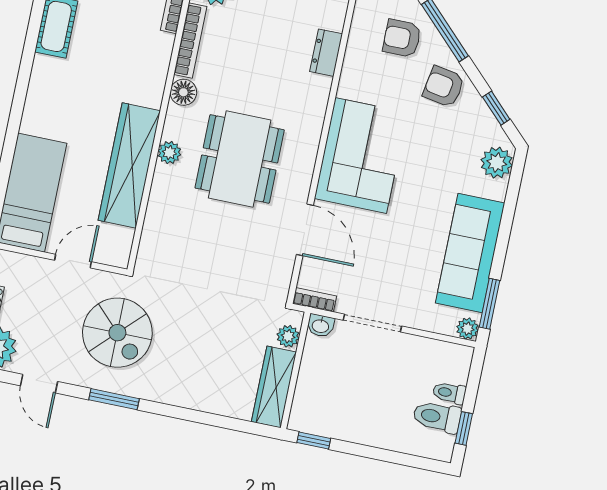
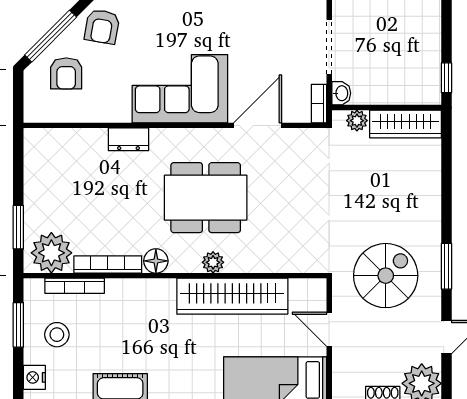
dresser: (326, 53) -> (128, 139), moved

